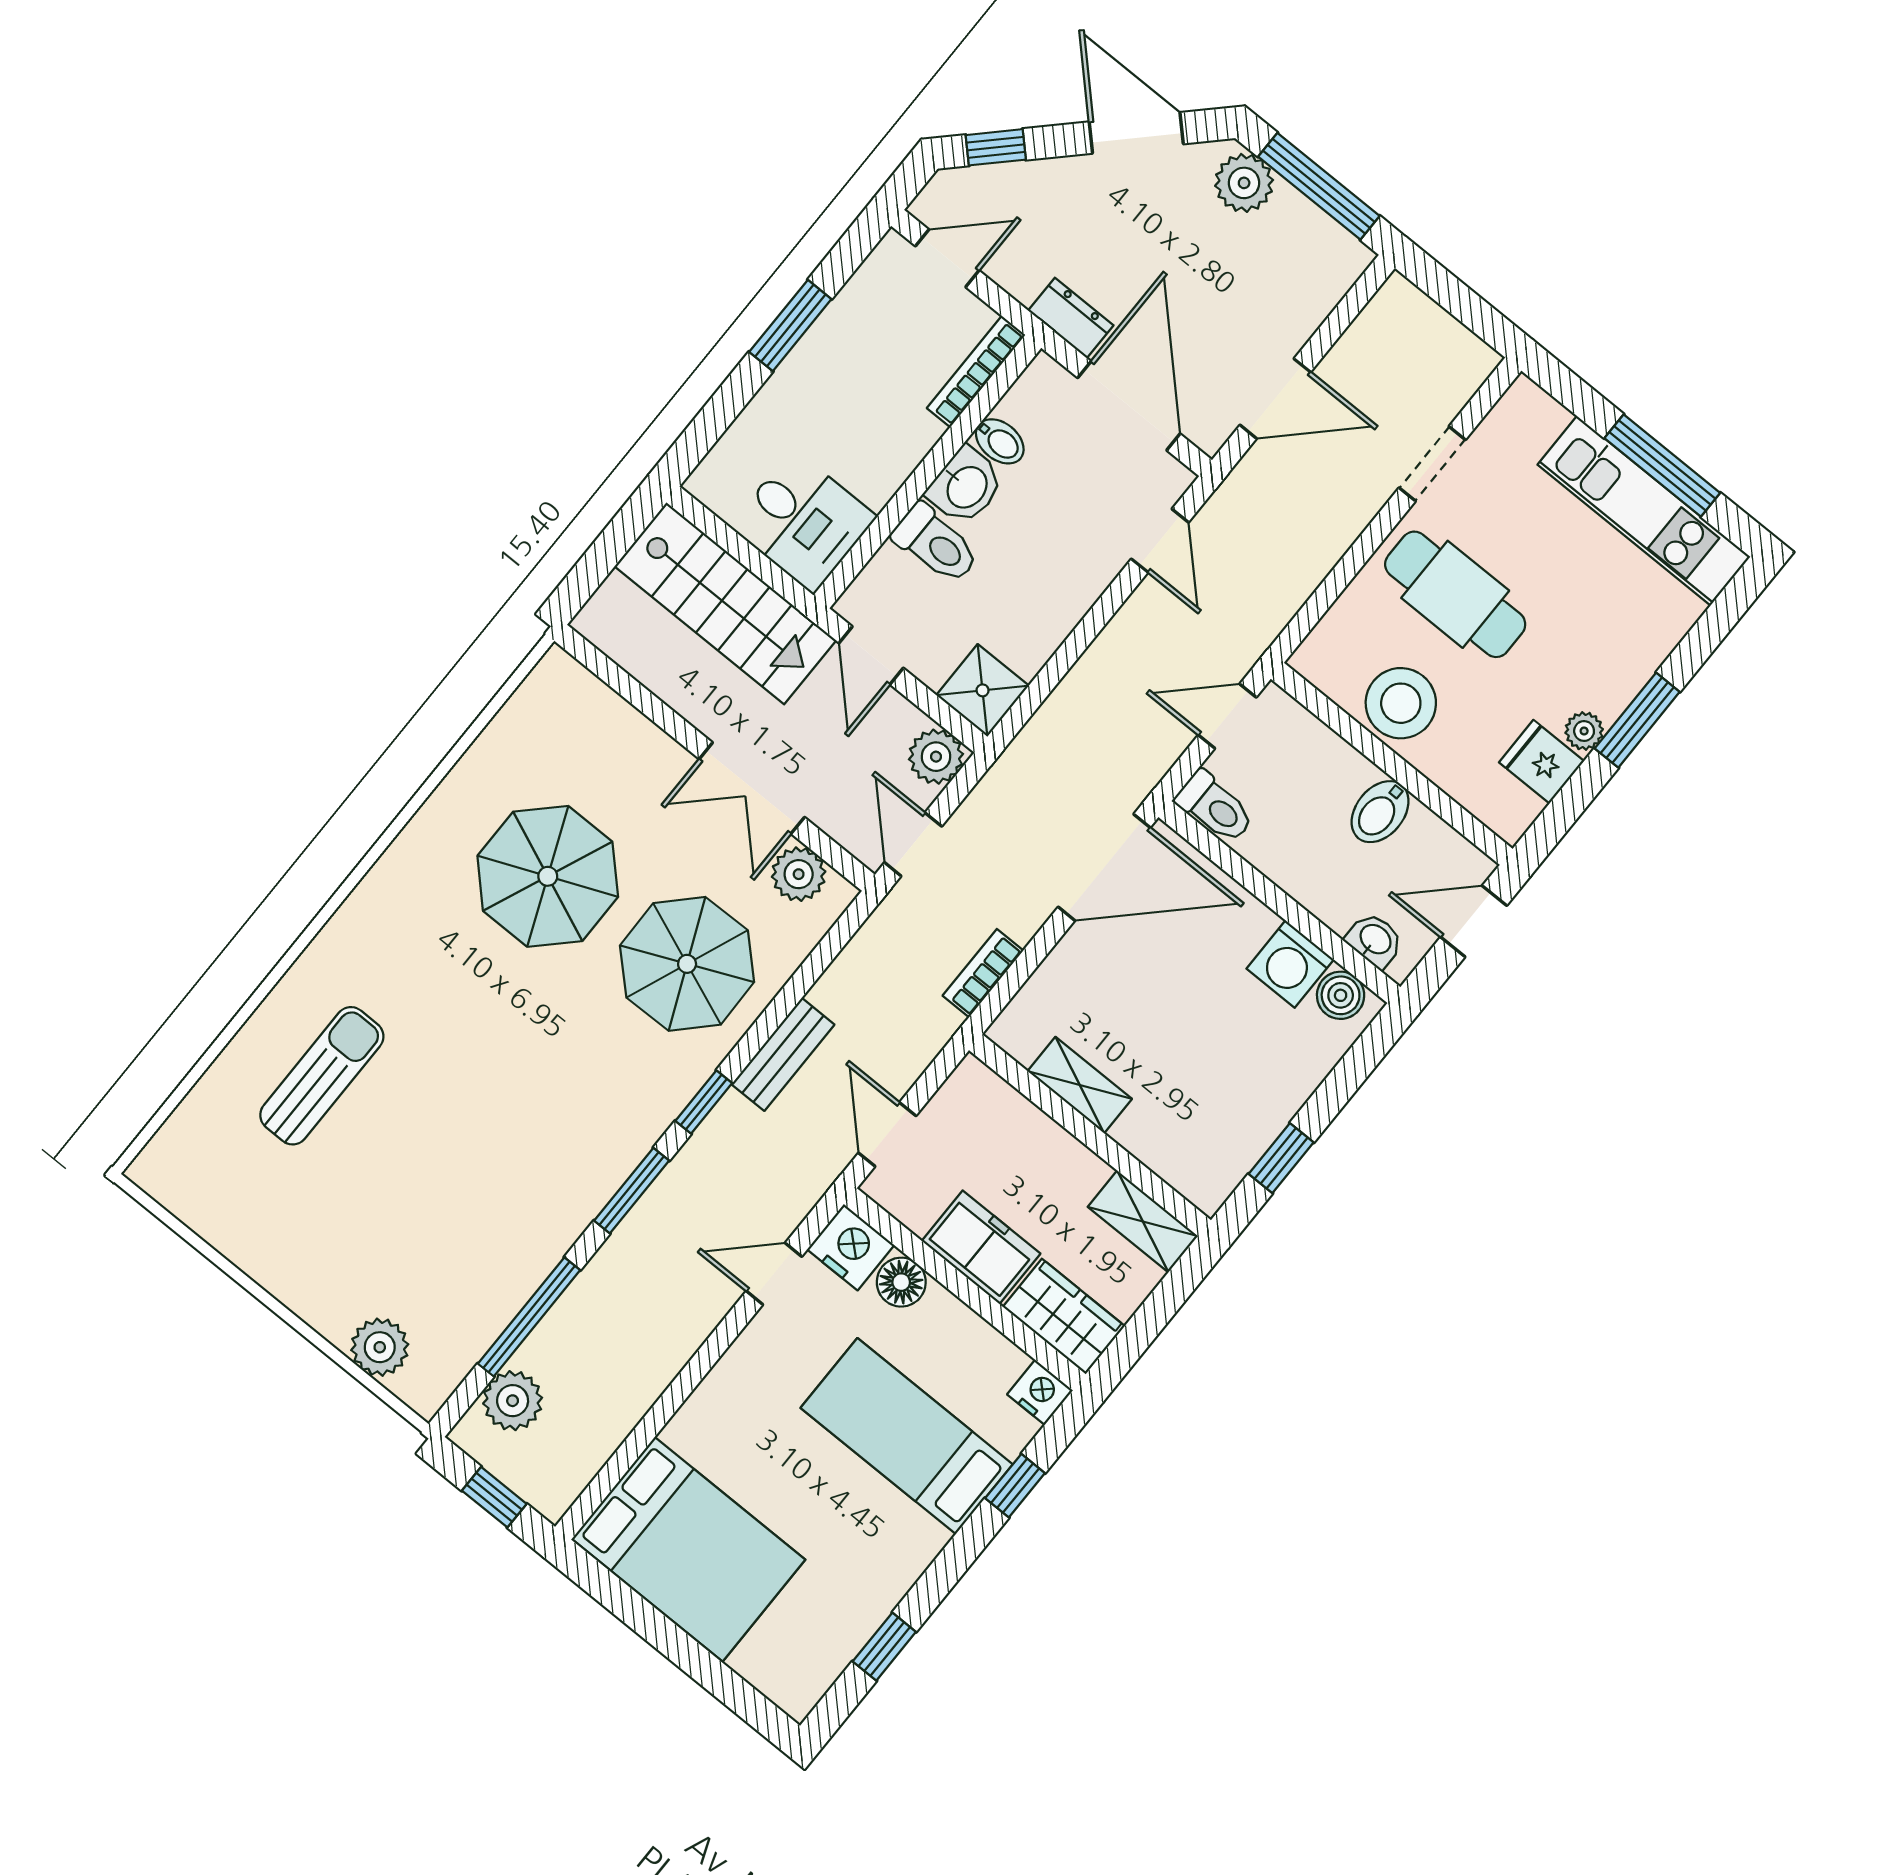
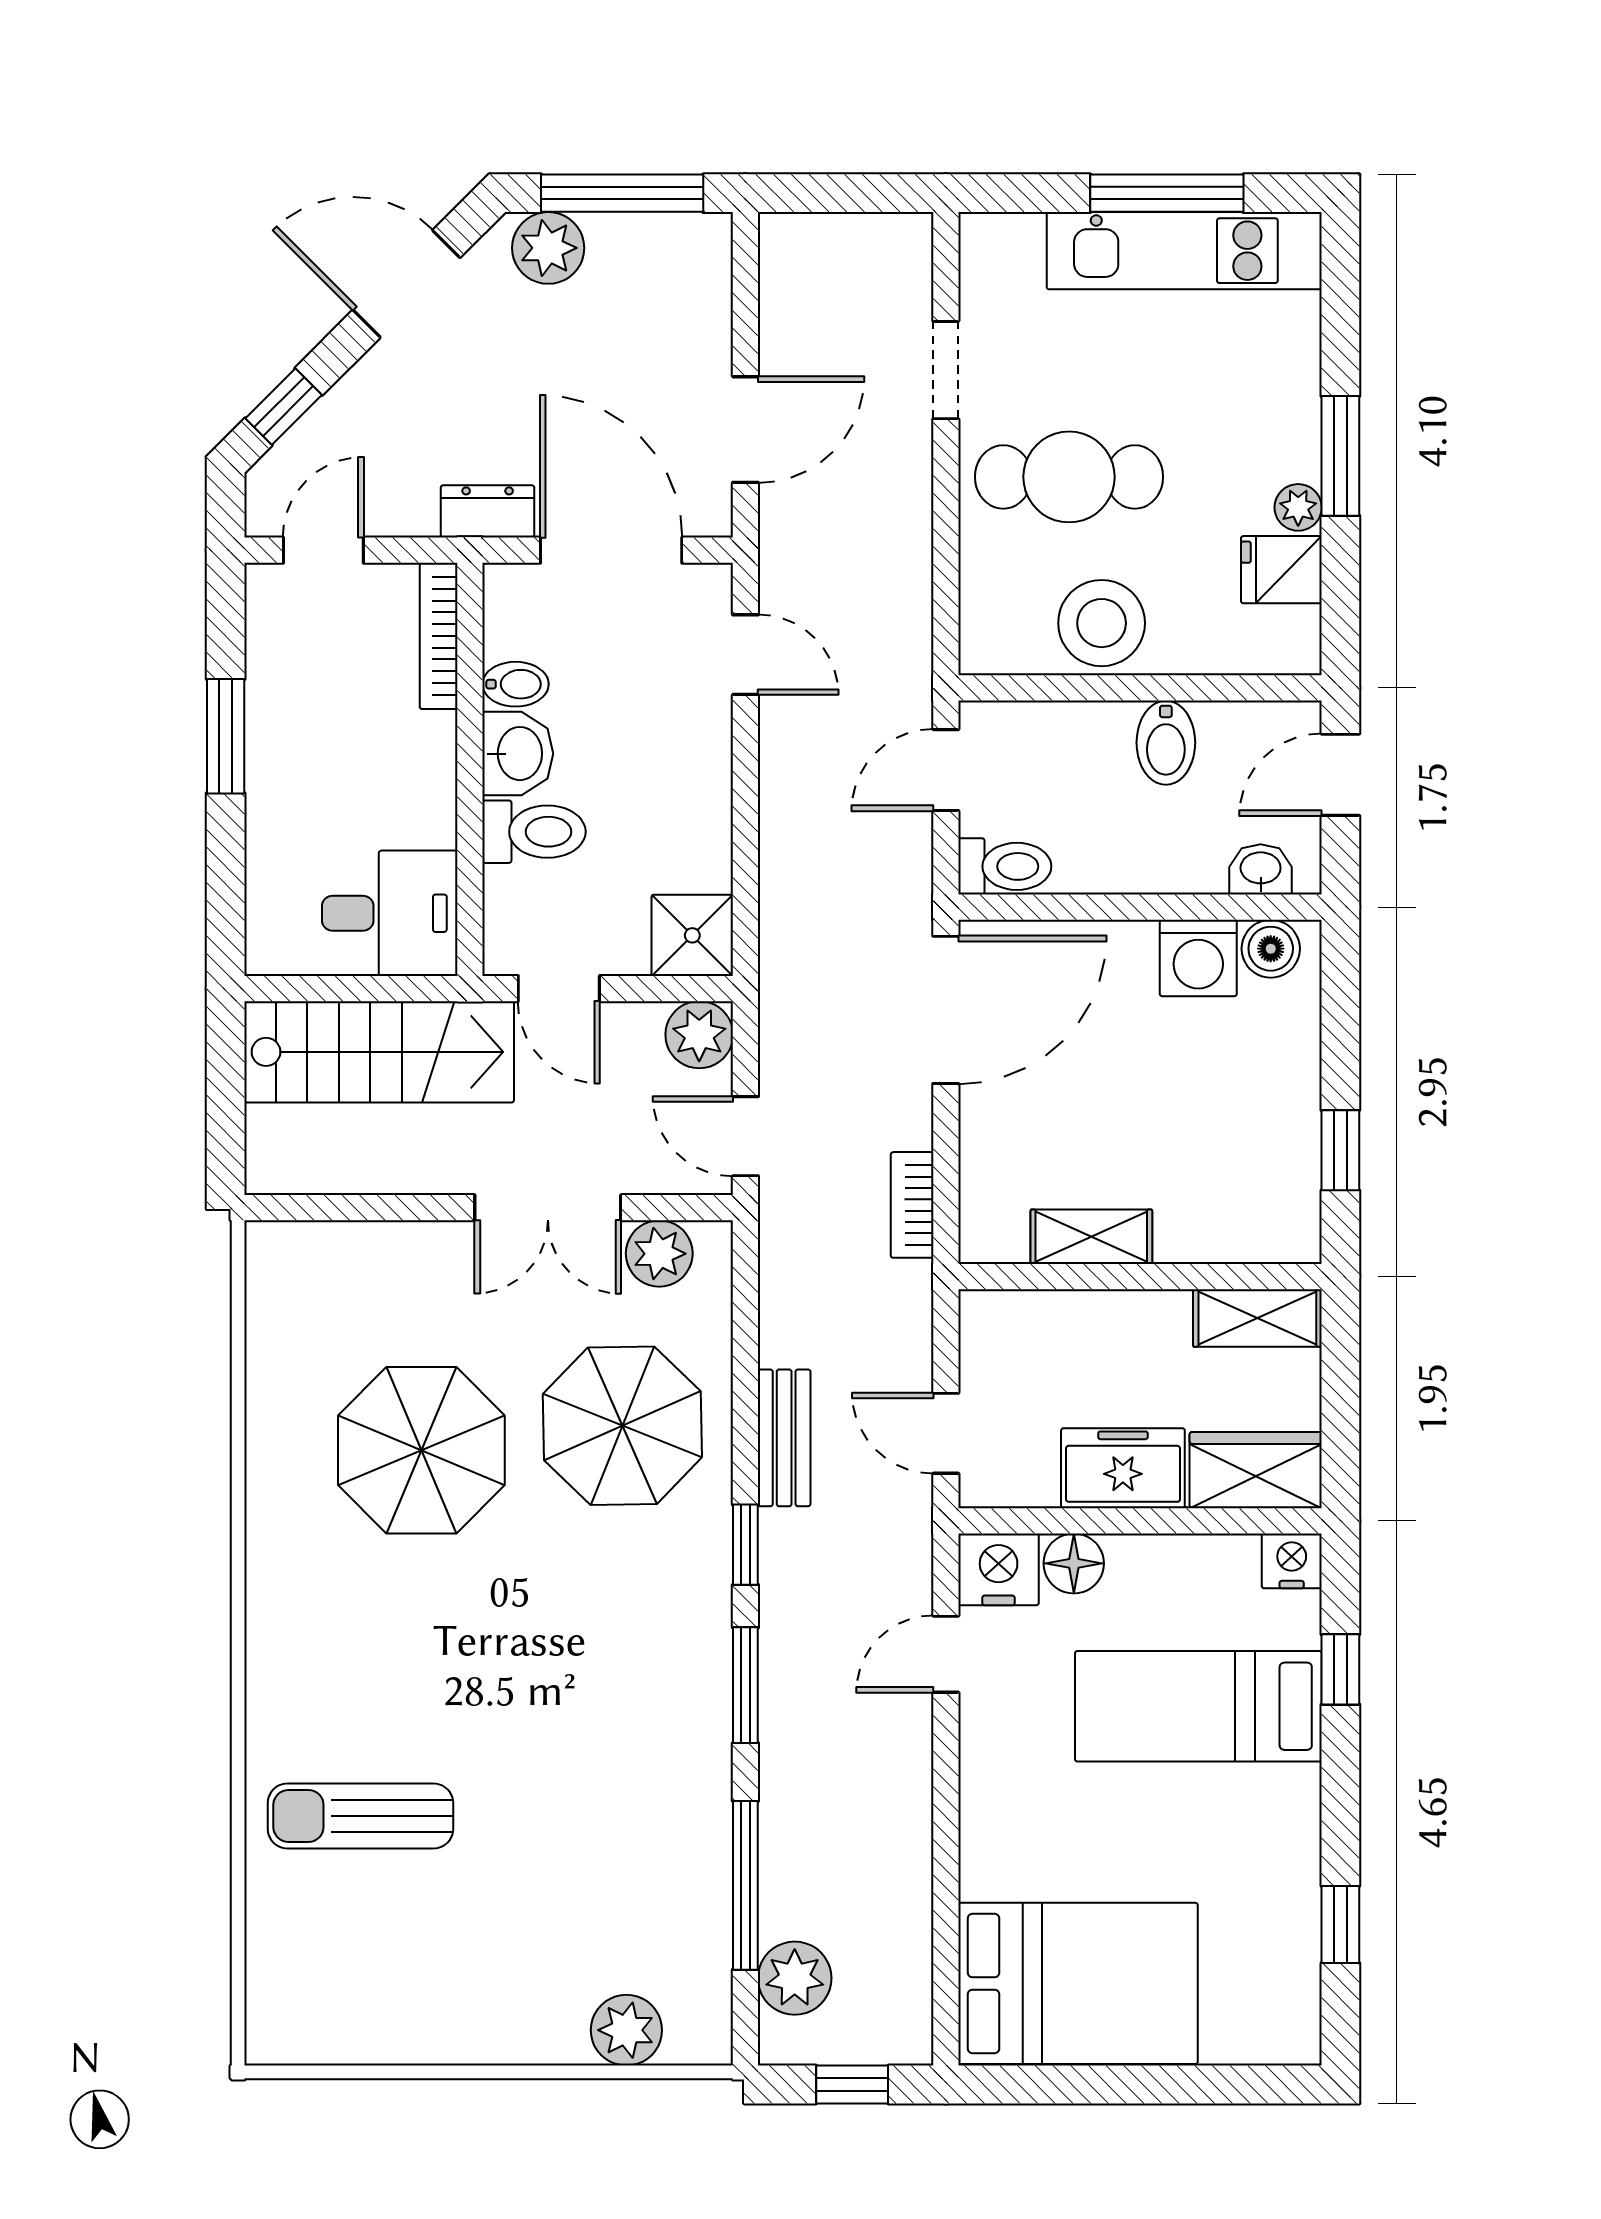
sun lounger: (322, 1076) -> (360, 1816), turned -90

